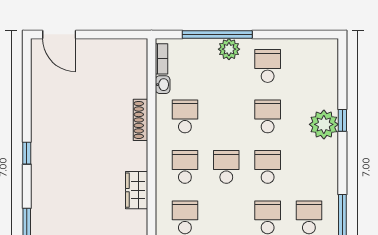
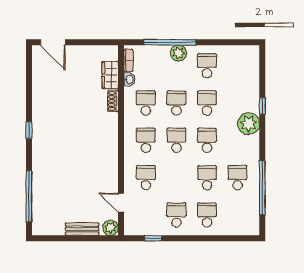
school desk: (226, 116) -> (176, 103), added
shoe rack: (141, 120) -> (113, 101), width x0.70
plant: (324, 124) -> (249, 124), moved
wardrobe: (137, 190) -> (110, 75), moved

